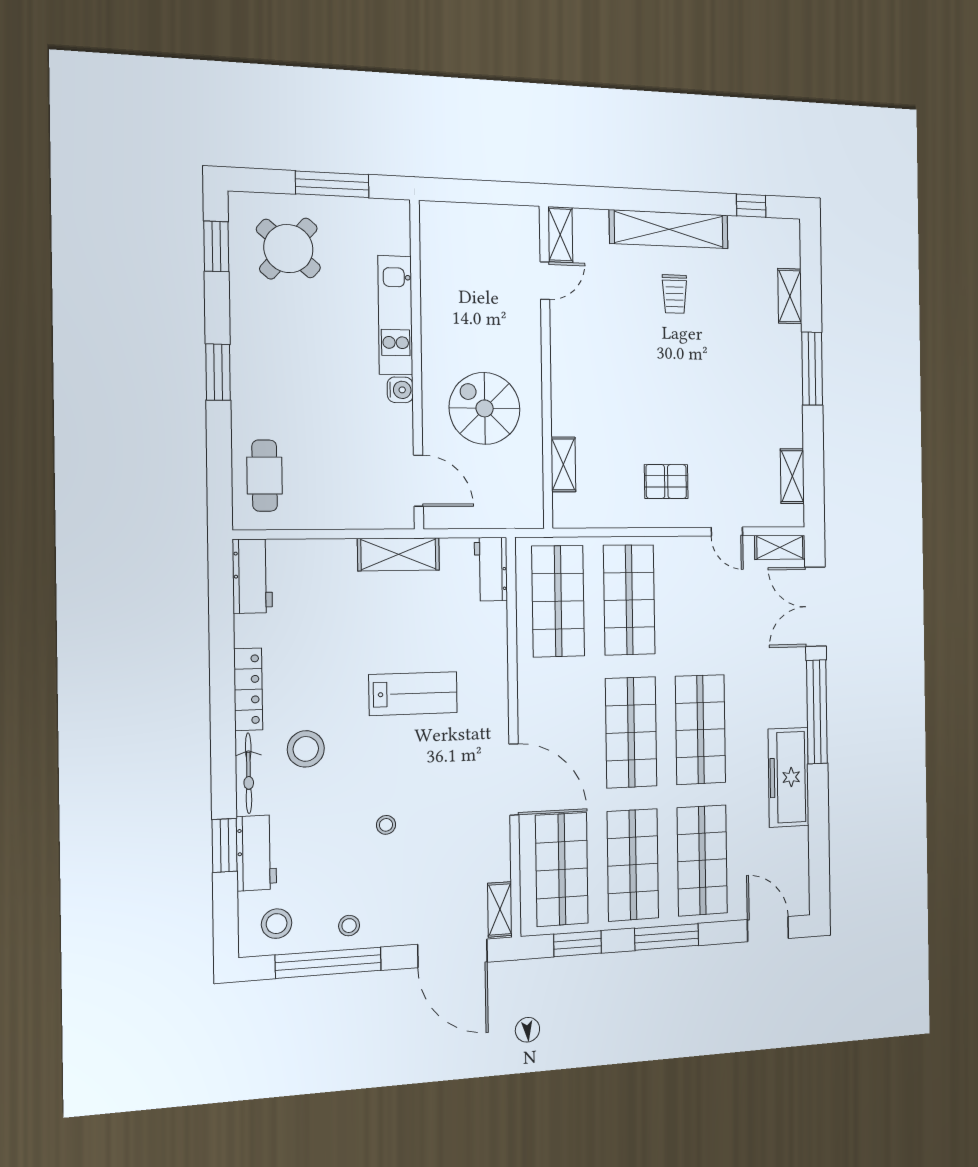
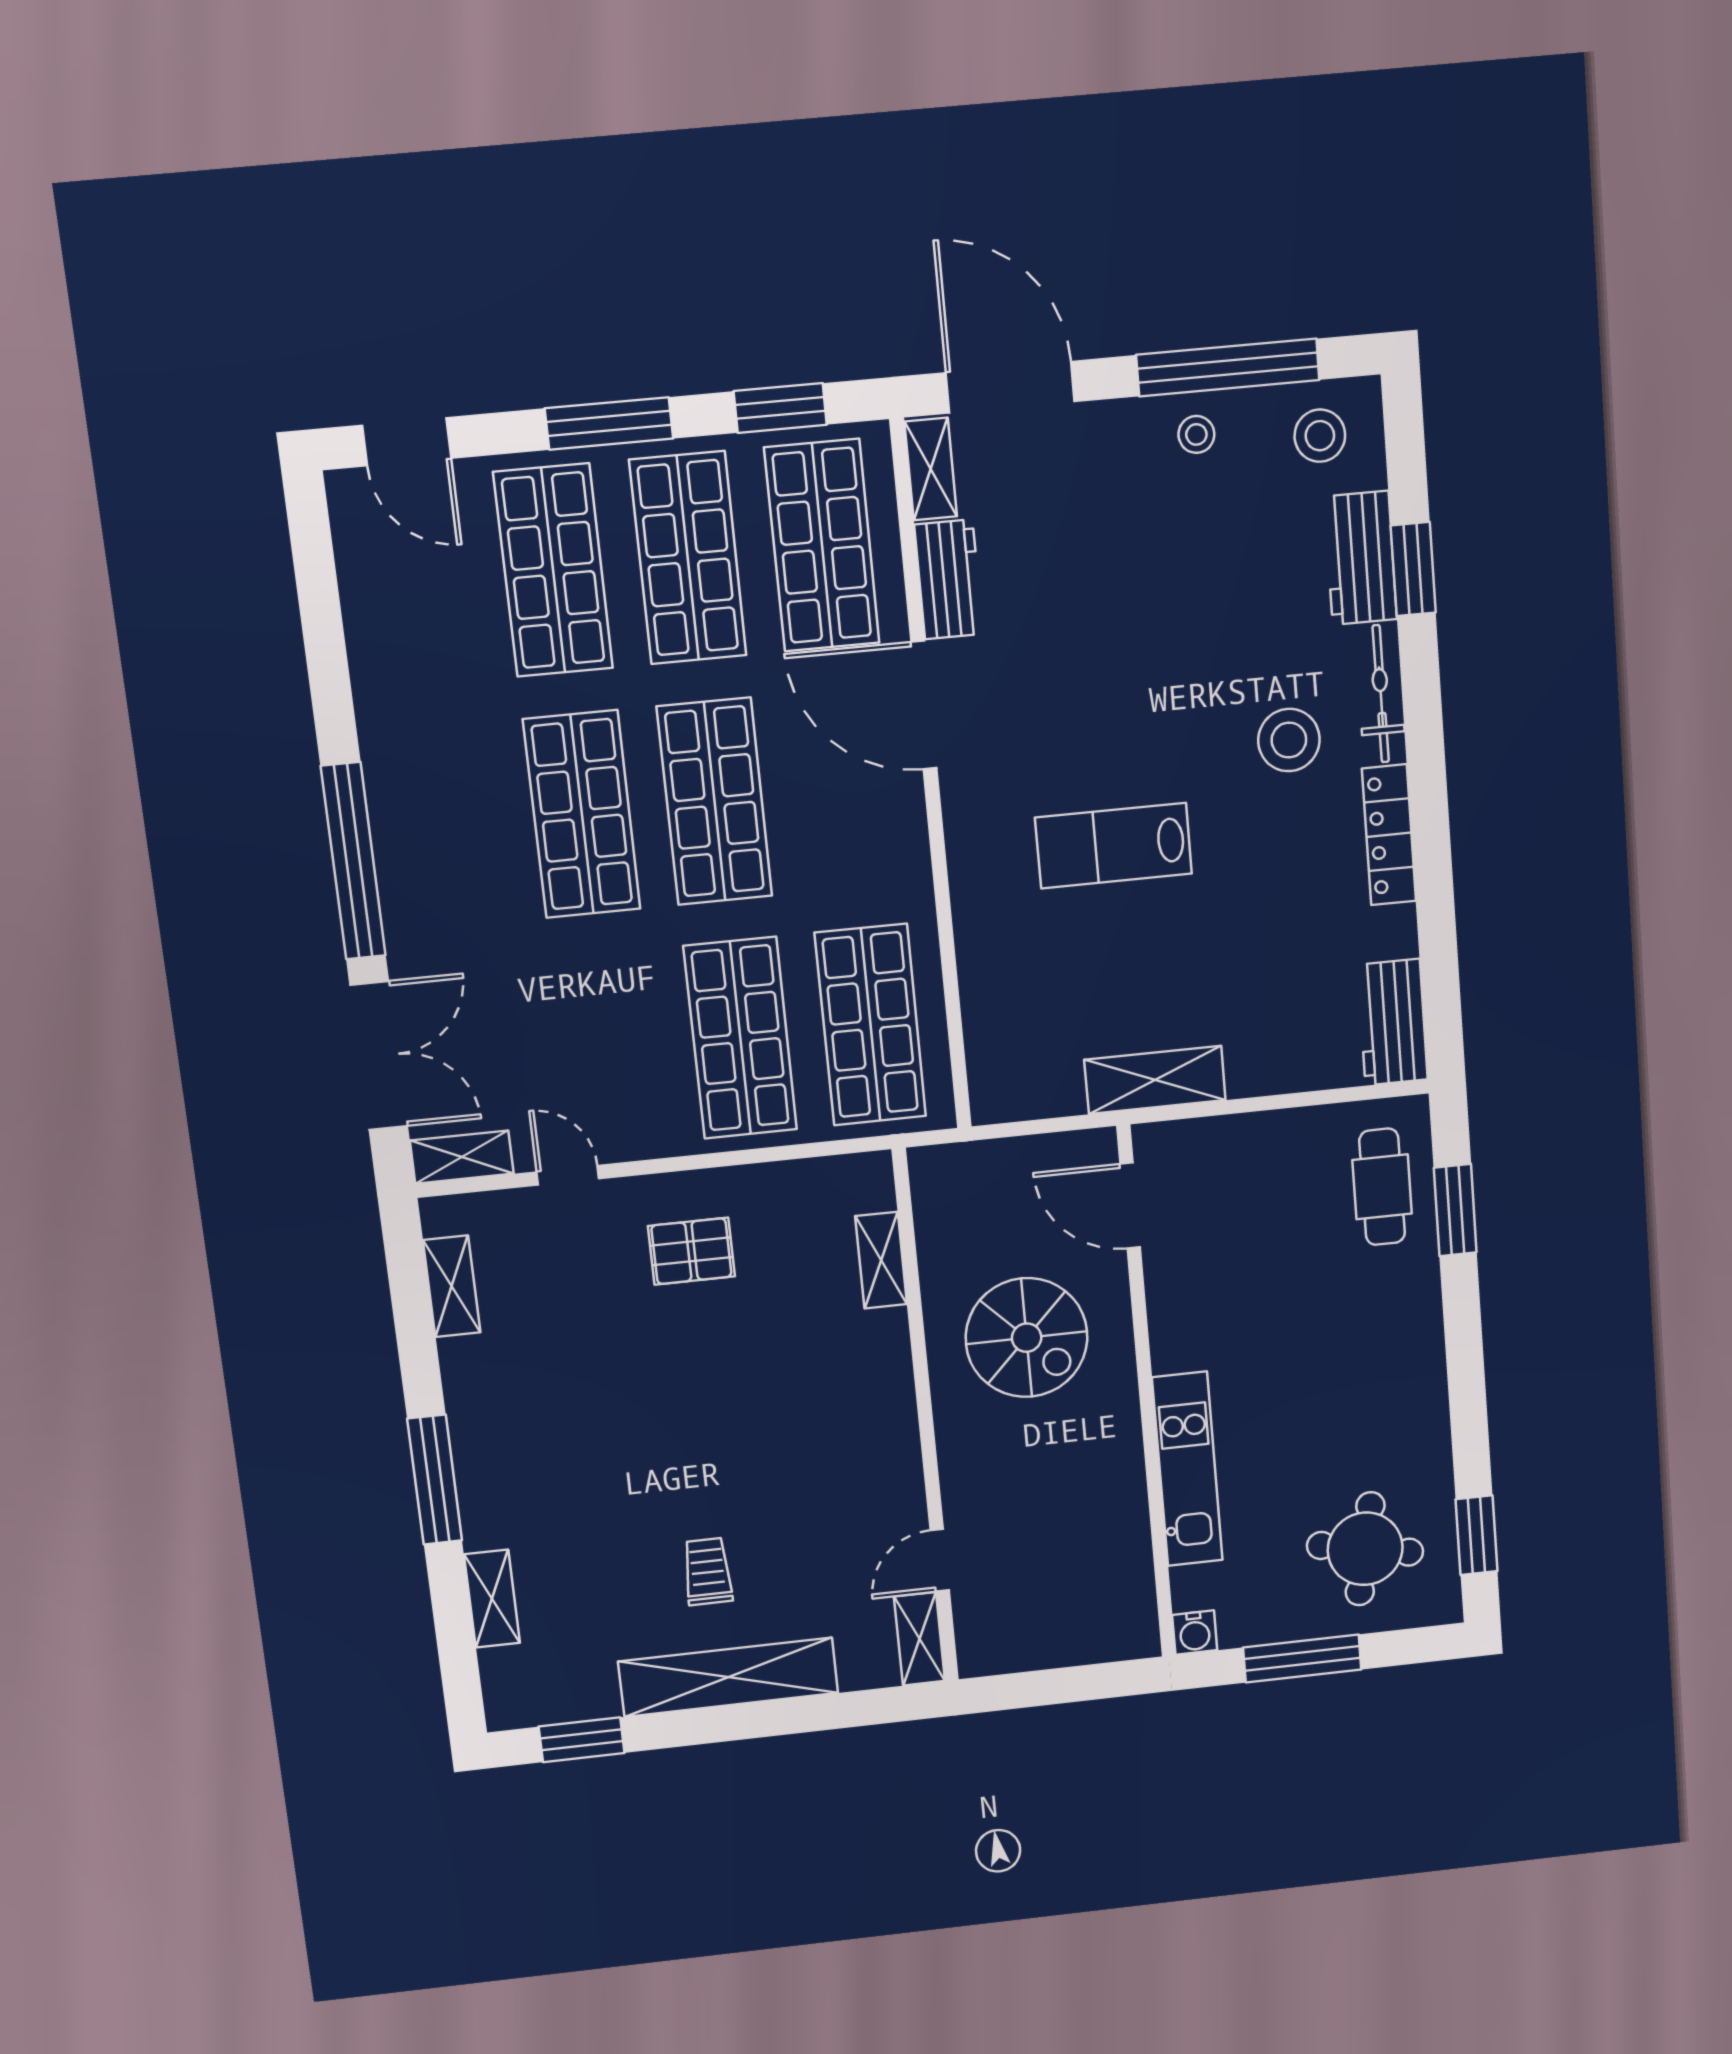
window: (751, 206) -> (582, 1740), width x1.50
round table: (288, 249) -> (1365, 1549), turned -30
window: (218, 372) -> (1455, 1210), moved
water cooler: (400, 390) -> (1195, 1633), moved, turned -90
workbench: (491, 569) -> (949, 579), moved
freezer: (788, 777) -> (397, 735), removed
stool: (386, 825) -> (1144, 615), removed

